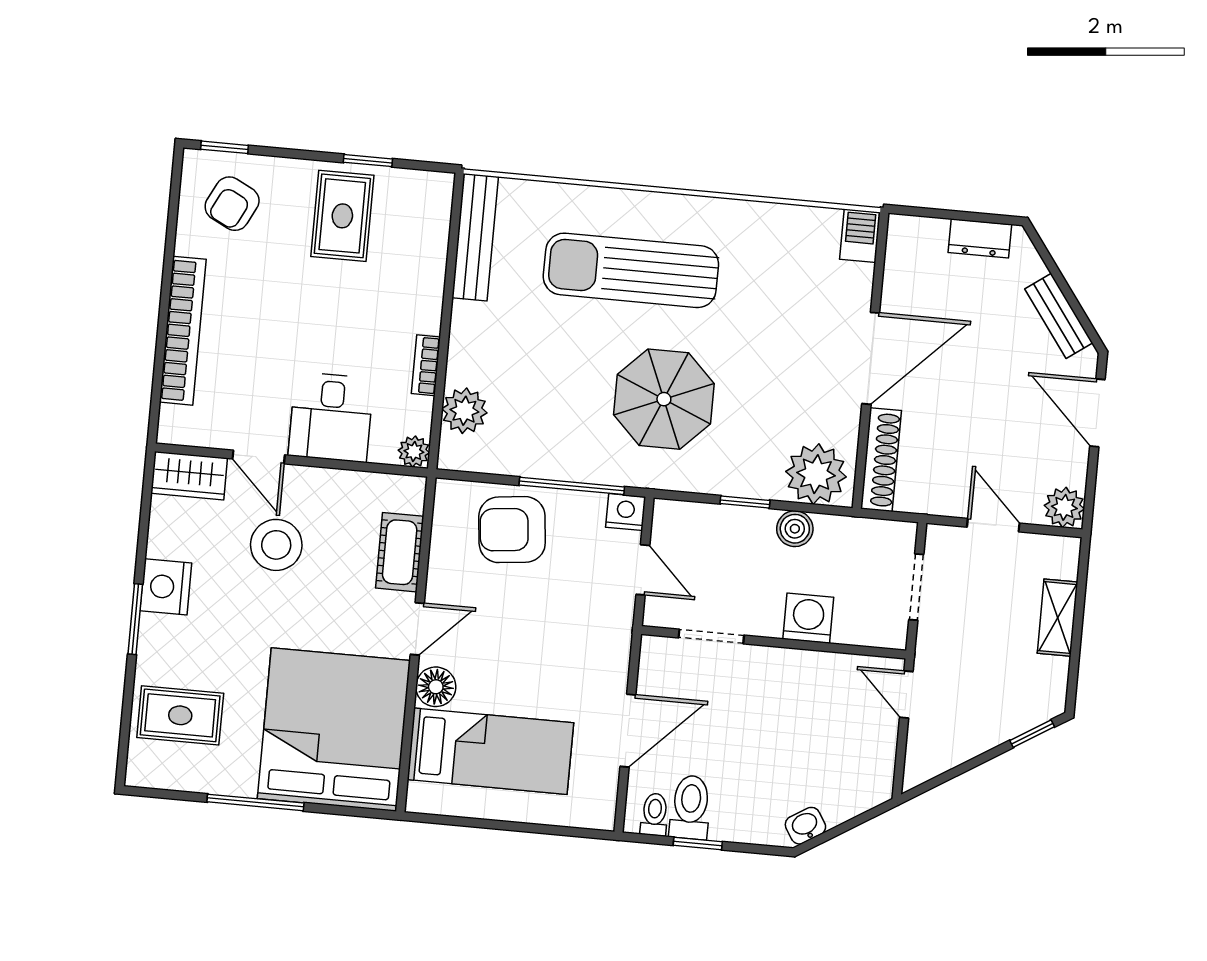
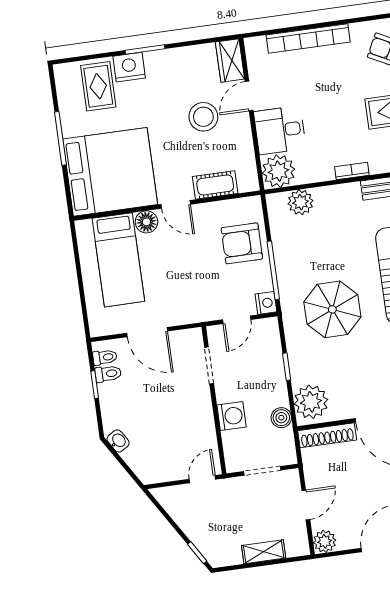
bookcase: (426, 365) -> (352, 171), moved
plant: (414, 452) -> (278, 171), width x1.87, depth x1.87
boiler: (795, 529) -> (281, 418), moved
armchair: (512, 530) -> (242, 243), turned -84
nightstand: (166, 587) -> (129, 67), moved
toilet: (690, 807) -> (108, 374), width x0.73, depth x0.72

